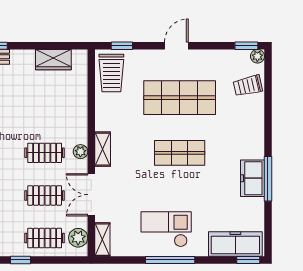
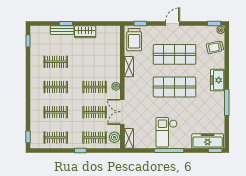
wardrobe: (53, 60) -> (85, 32), moved
shelving: (103, 149) -> (129, 67), moved
shop shelf: (180, 153) -> (175, 87), width x1.43, depth x1.36
freezer: (252, 178) -> (218, 80), moved
checkout: (166, 229) -> (167, 132), turned -90

